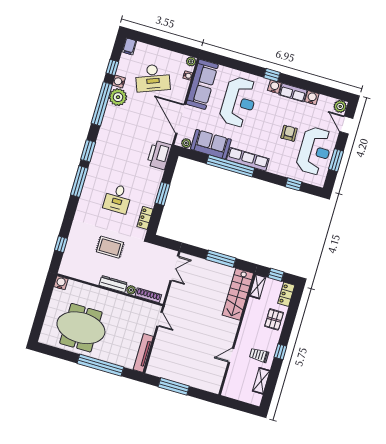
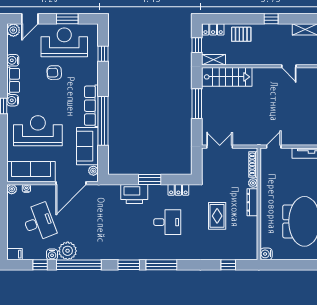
printer: (159, 155) -> (134, 194), moved
trolley: (259, 355) -> (281, 39), removed

